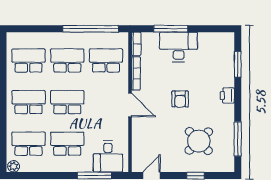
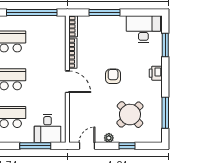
desk: (178, 47) -> (143, 29), moved
school desk: (106, 60) -> (46, 41), removed
armchair: (180, 99) -> (113, 76), turned 180
plant: (175, 167) -> (109, 138), added

